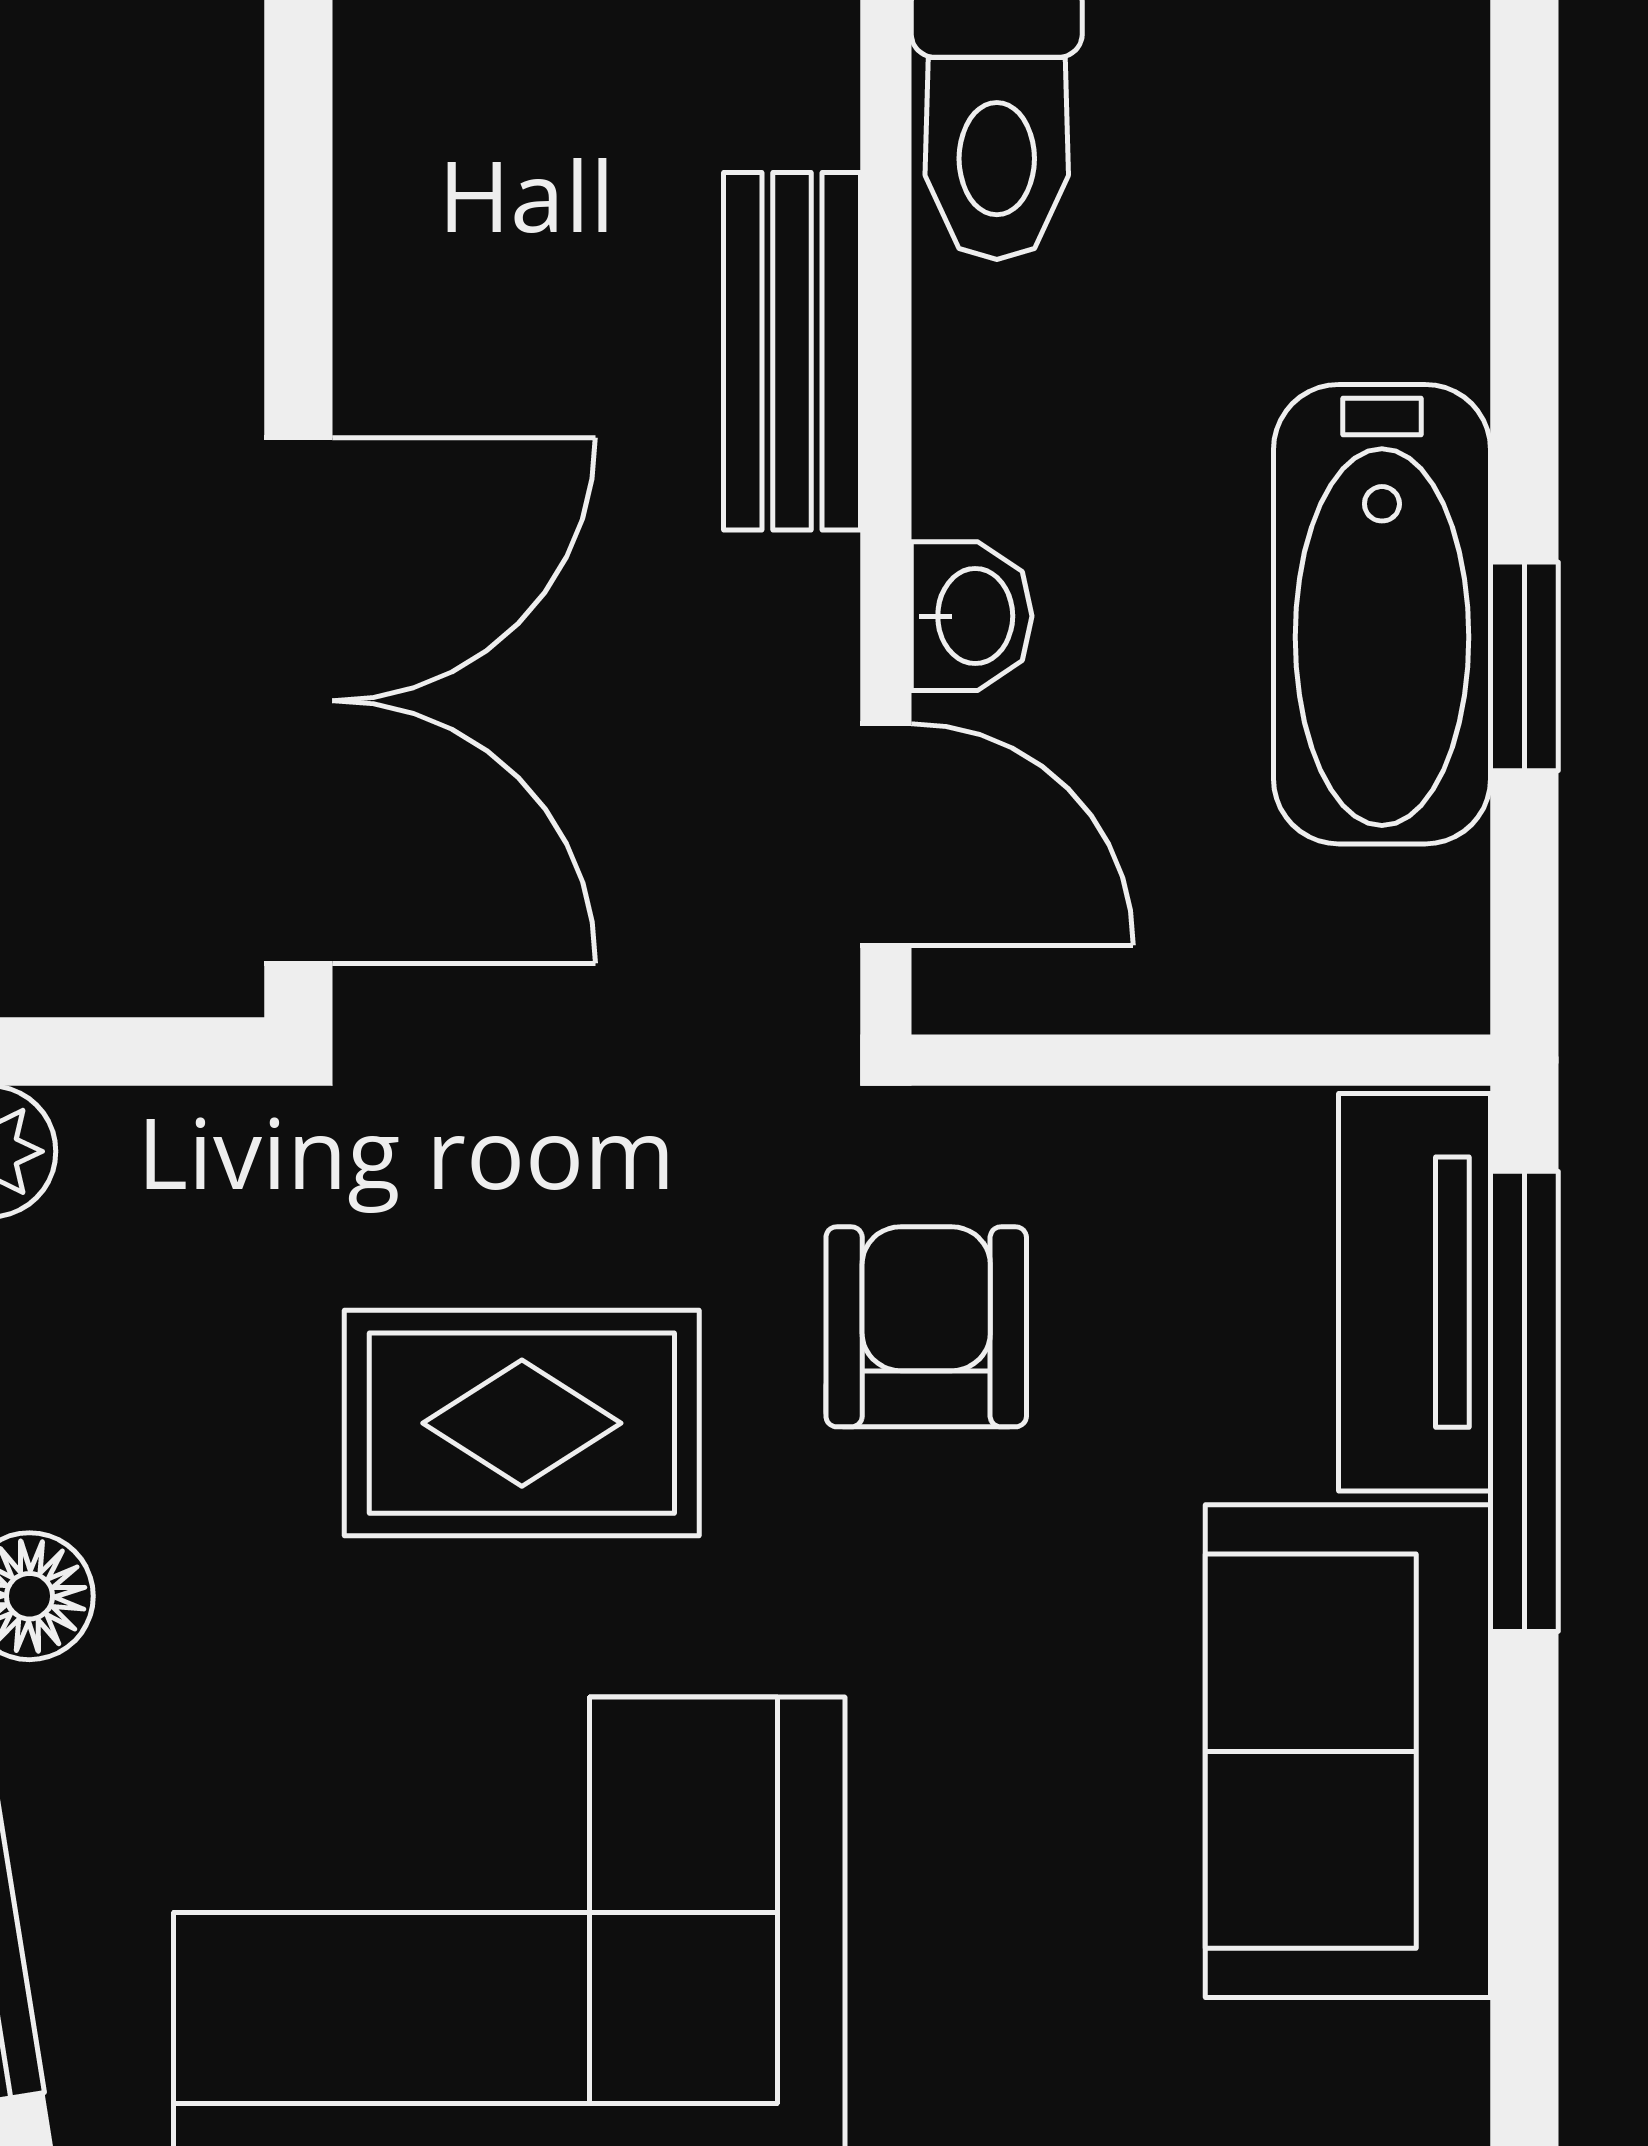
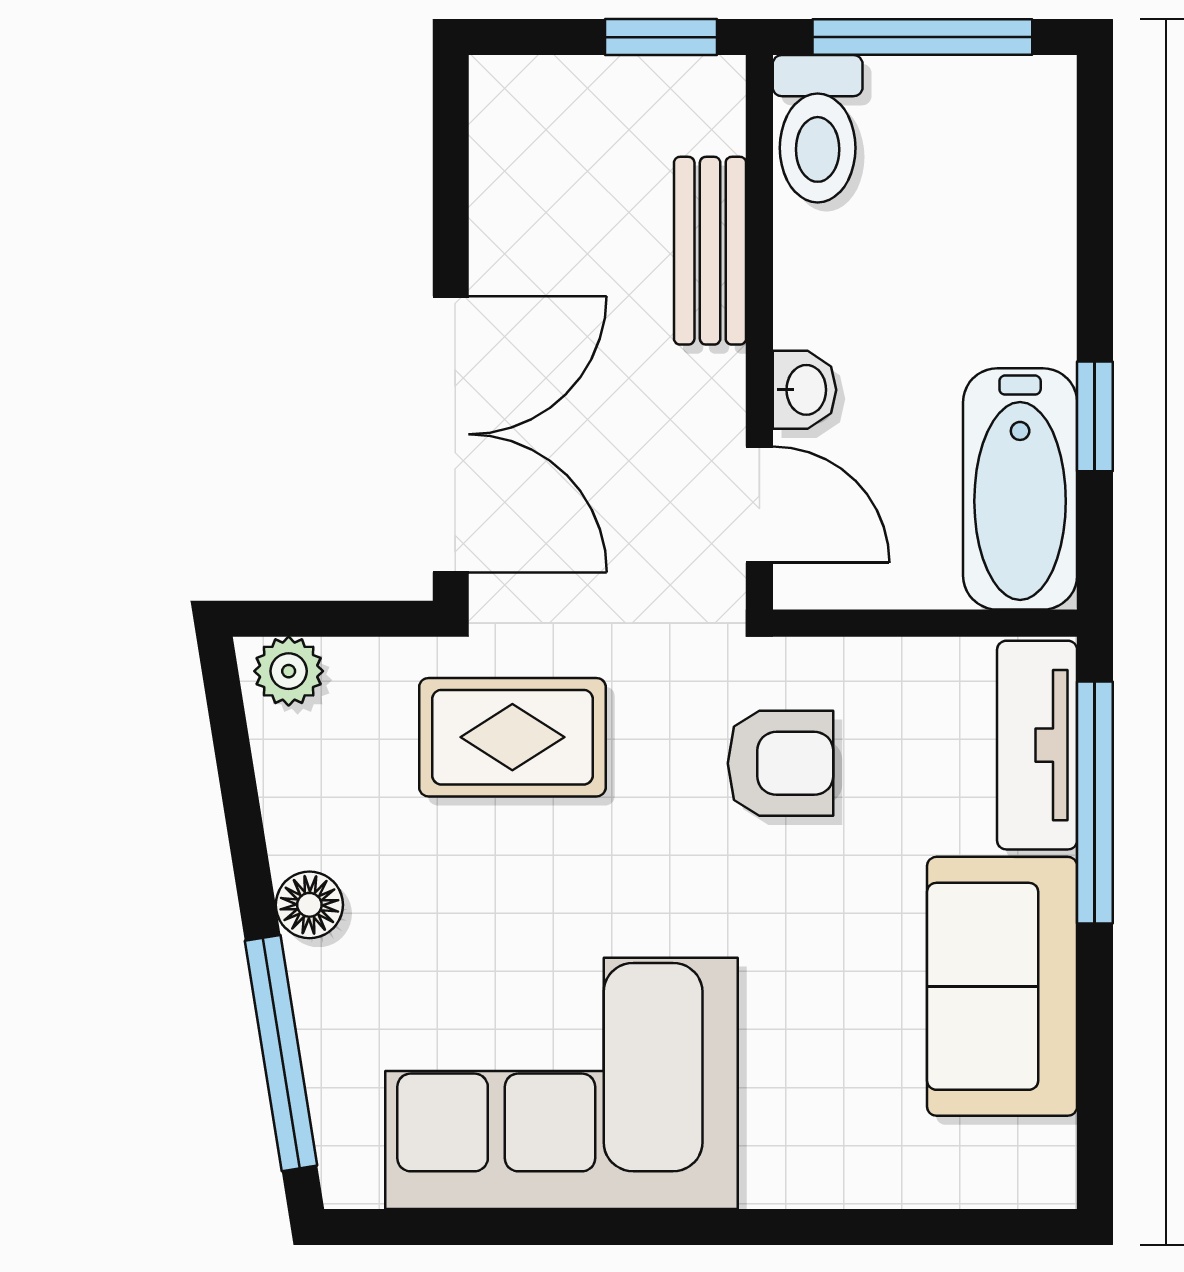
bathtub: (1382, 614) -> (1020, 489), moved
armchair: (926, 1327) -> (781, 763), turned 90
rug: (522, 1423) -> (512, 737), moved

